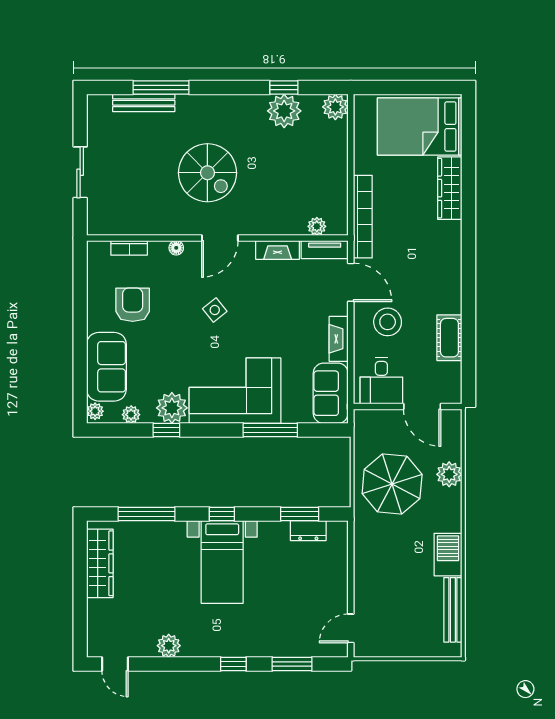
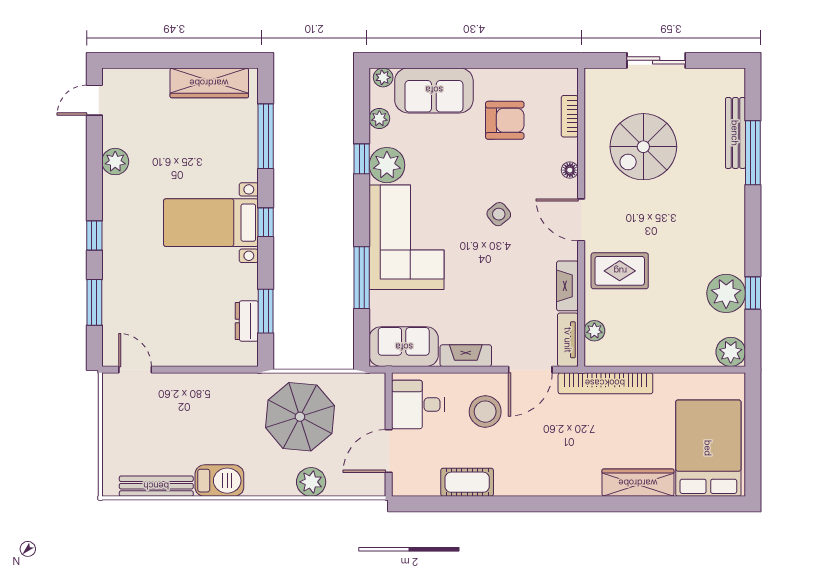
spiral stairs: (207, 173) -> (643, 147), moved
rug: (264, 204) -> (620, 271), added

